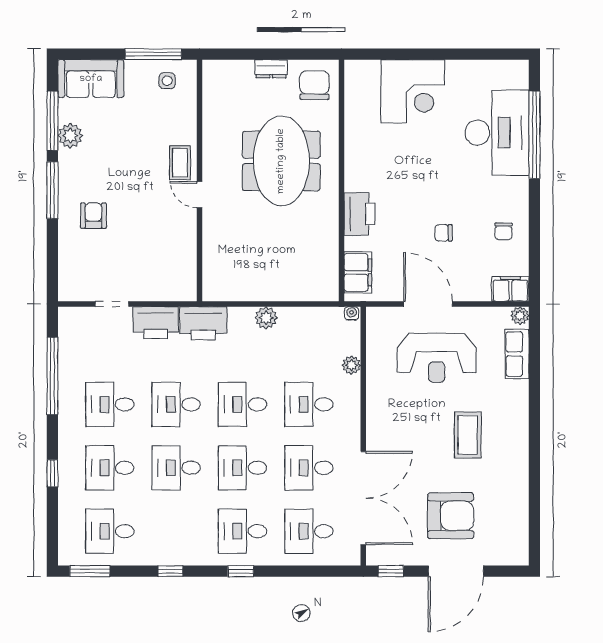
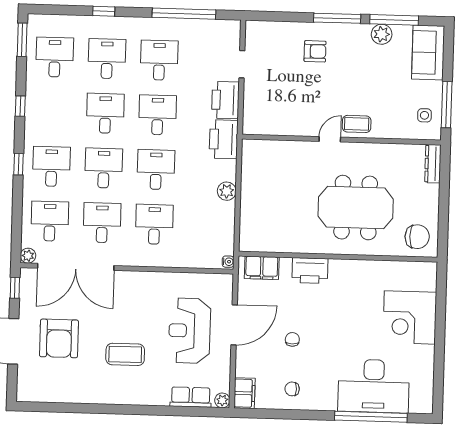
dresser: (271, 69) -> (433, 164), moved, width x1.44
plant: (351, 365) -> (28, 256), moved

